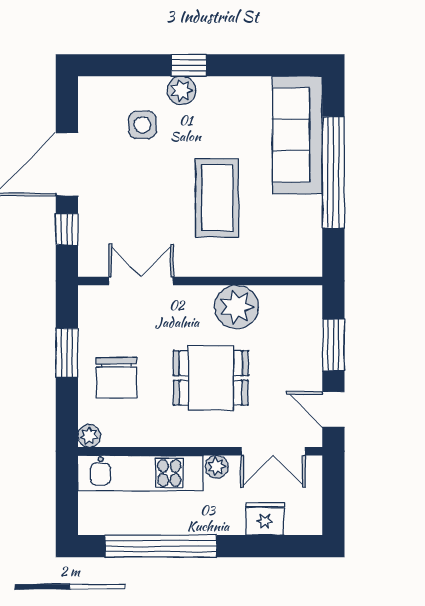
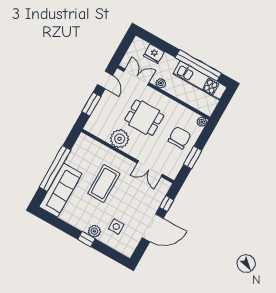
kitchen unit: (141, 473) -> (200, 80), moved, turned 180

